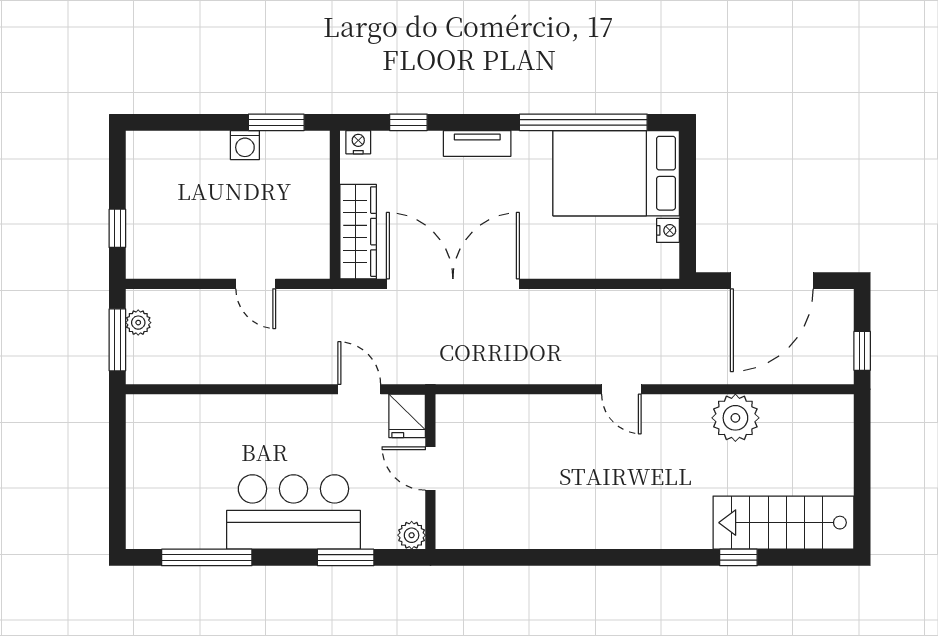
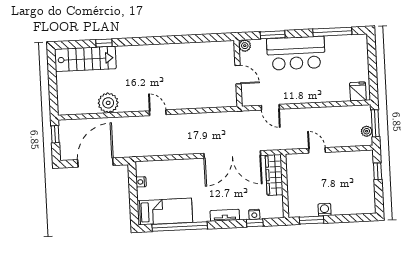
nightstand: (358, 142) -> (254, 214), moved
bed: (616, 173) -> (165, 212), width x0.67
fridge: (407, 416) -> (358, 91), moved

